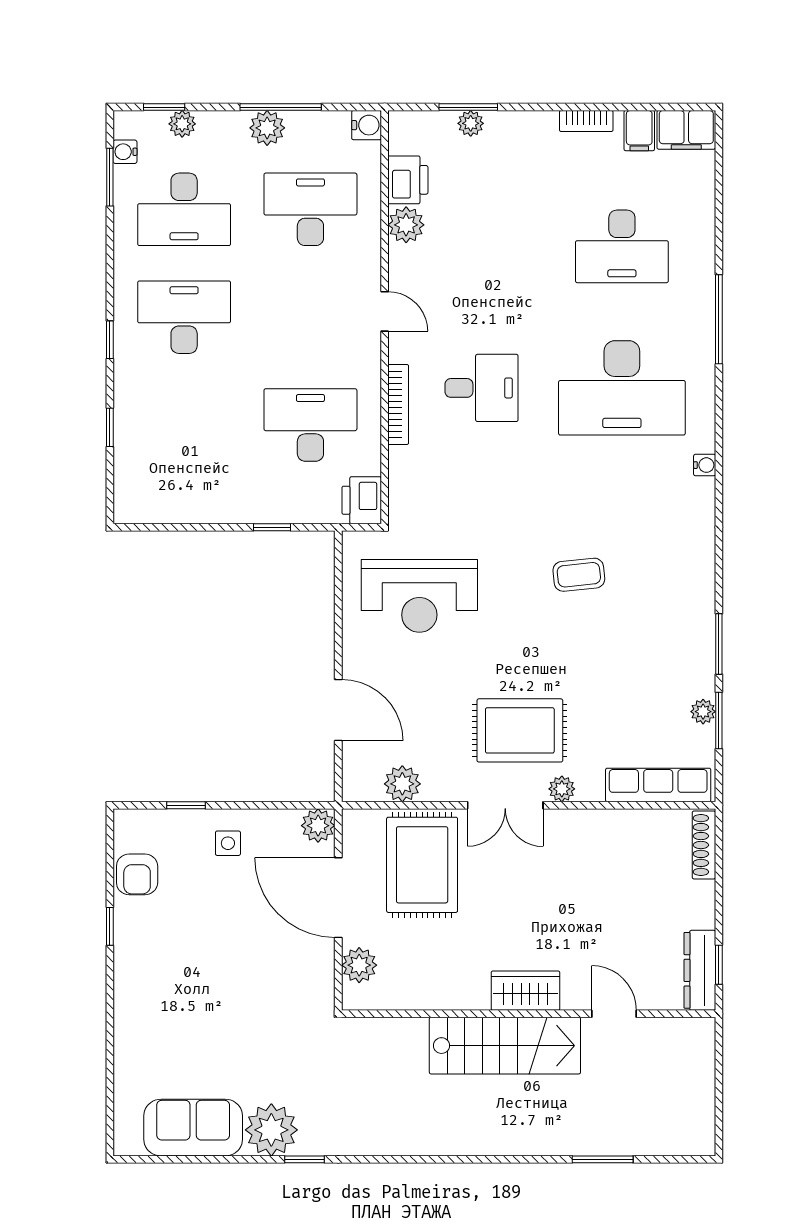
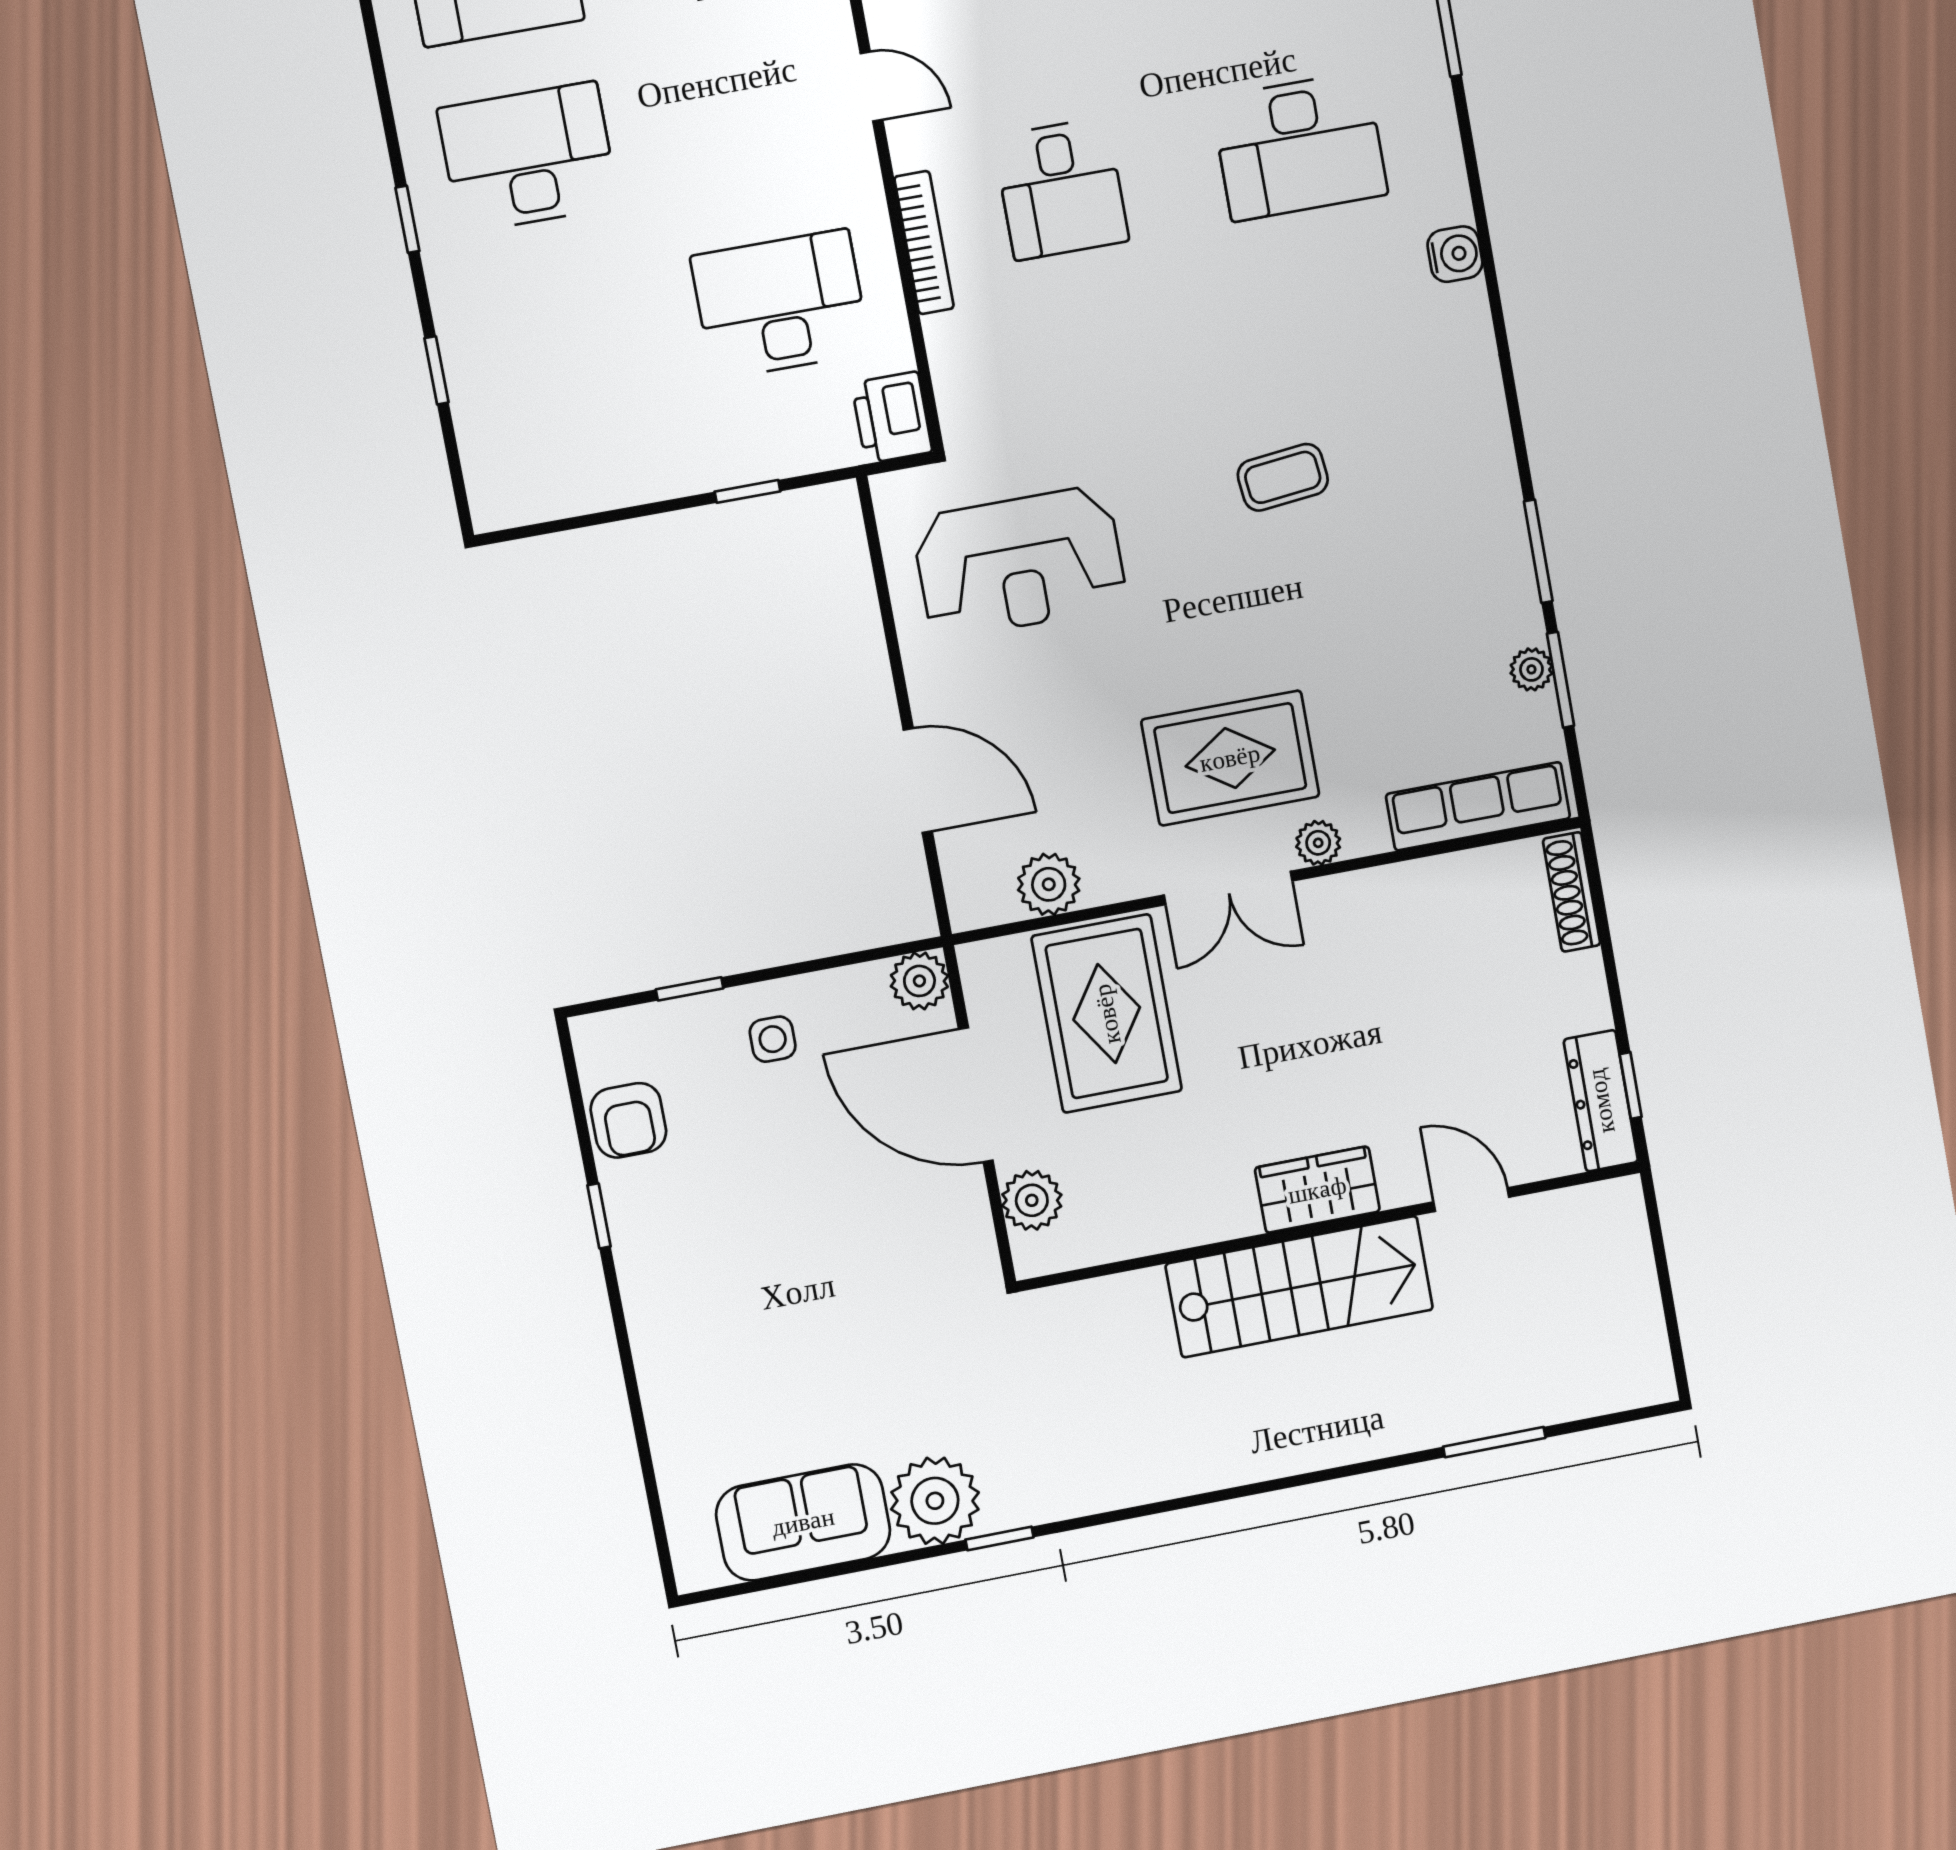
desk: (482, 388) -> (1061, 189), turned 90
desk: (622, 388) -> (1299, 146), width x0.73, depth x0.77
water cooler: (705, 465) -> (1455, 254), width x1.38, depth x1.38

